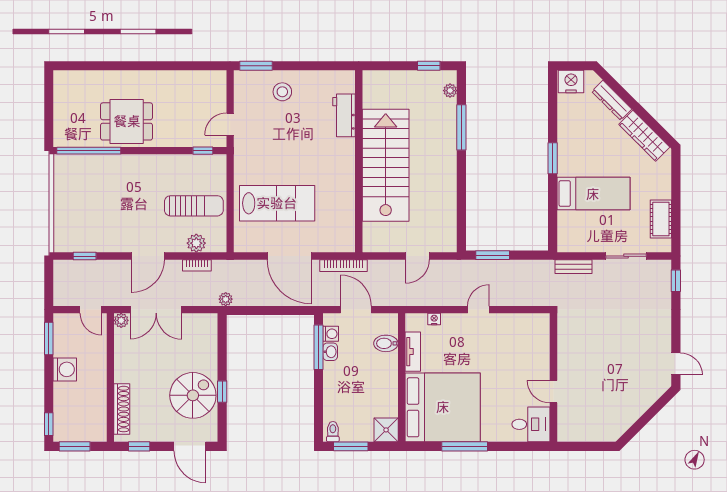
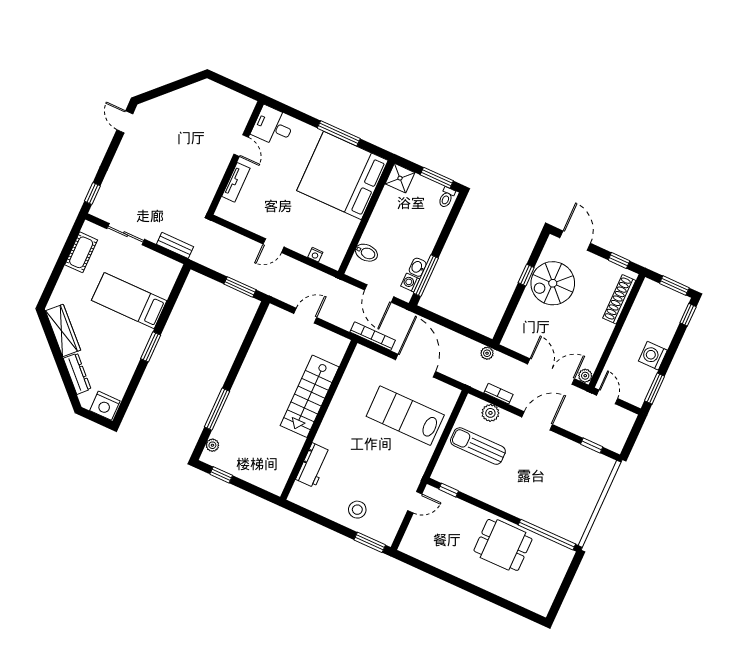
stairs: (386, 165) -> (310, 396), width x0.73, depth x0.66
tv unit: (413, 352) -> (236, 182), moved, turned 180

